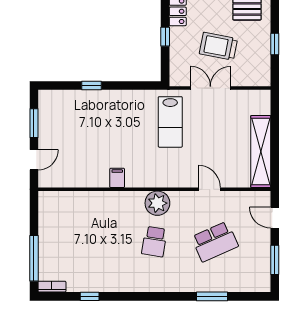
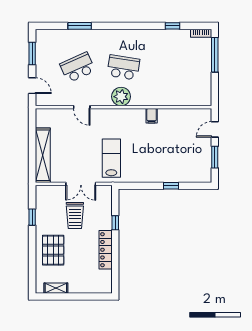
trolley: (218, 46) -> (75, 215), turned 79
shelving: (261, 152) -> (43, 155), moved
school desk: (154, 242) -> (123, 67), width x1.85

